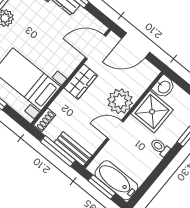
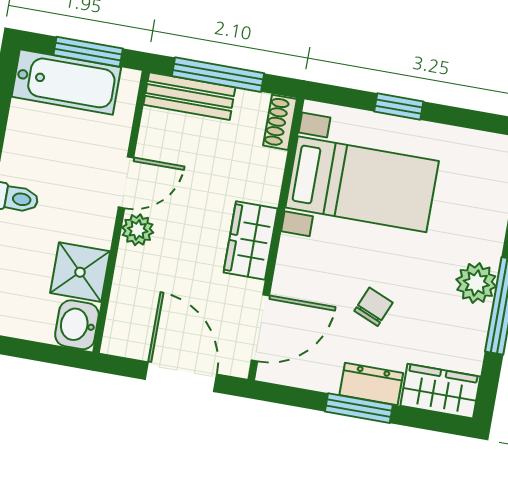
chair: (49, 31) -> (374, 307), added
door: (136, 45) -> (181, 377), hinge flipped
plant: (120, 101) -> (138, 230), width x0.53, depth x0.53
shower: (152, 112) -> (80, 272), width x0.73, depth x0.73

